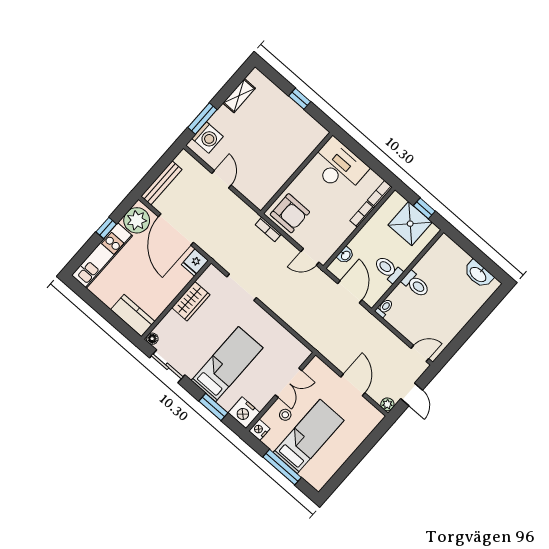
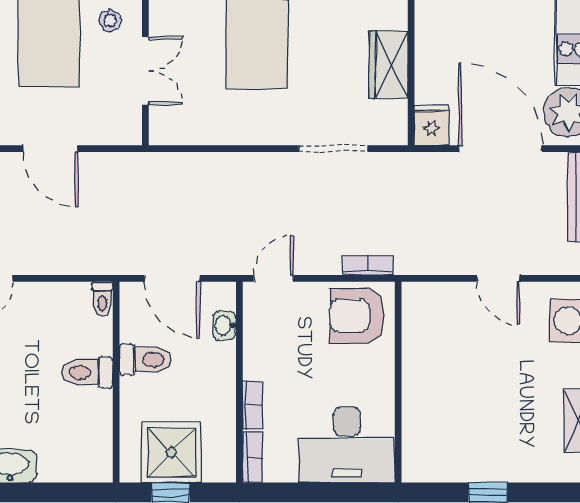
double door: (289, 383) -> (145, 71), swing flipped

